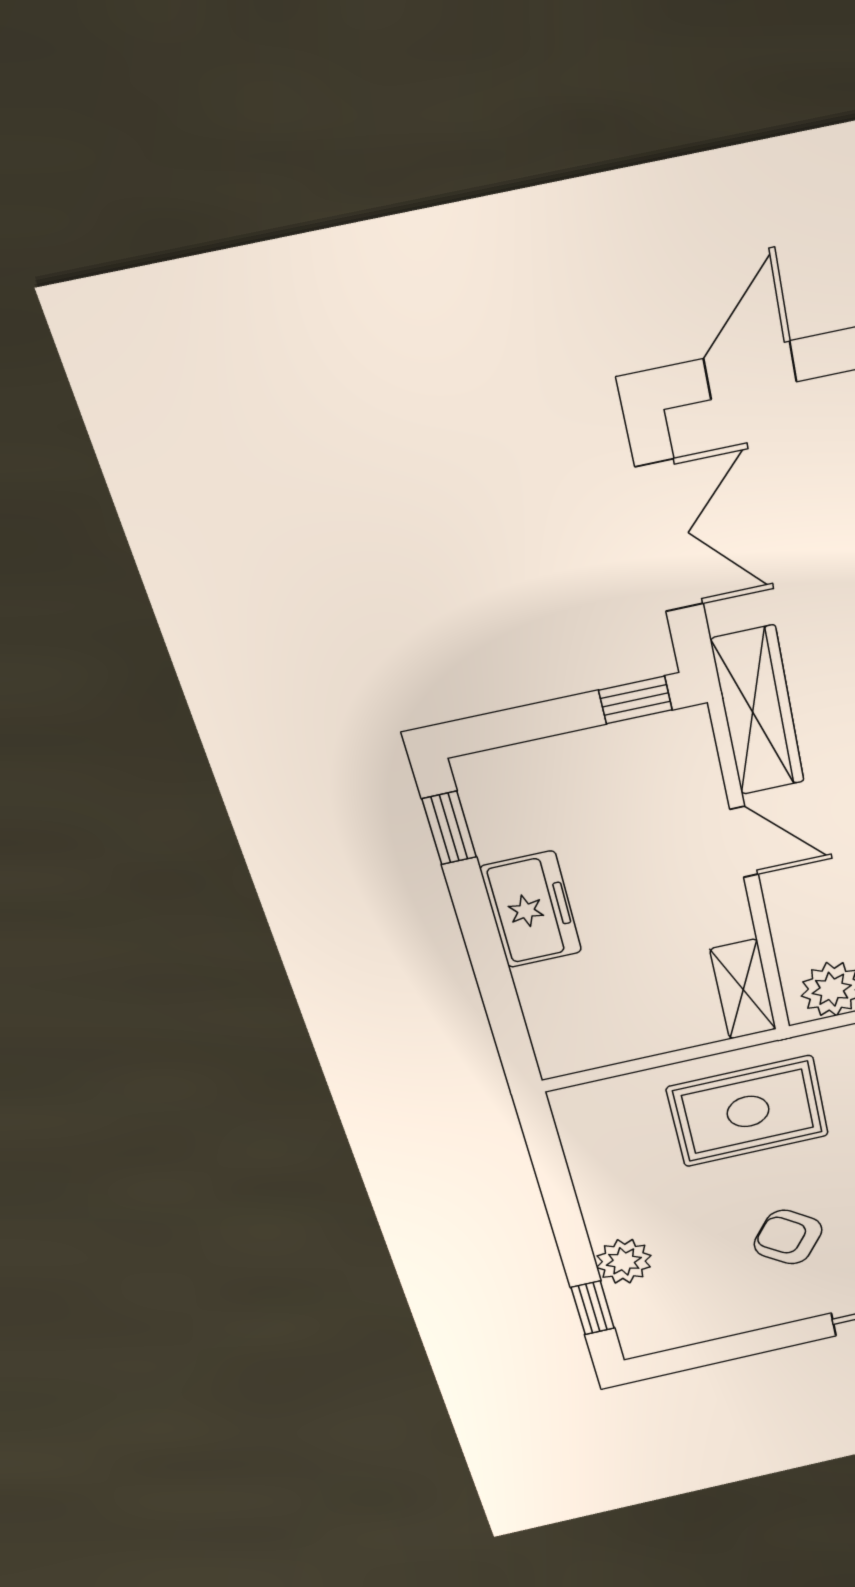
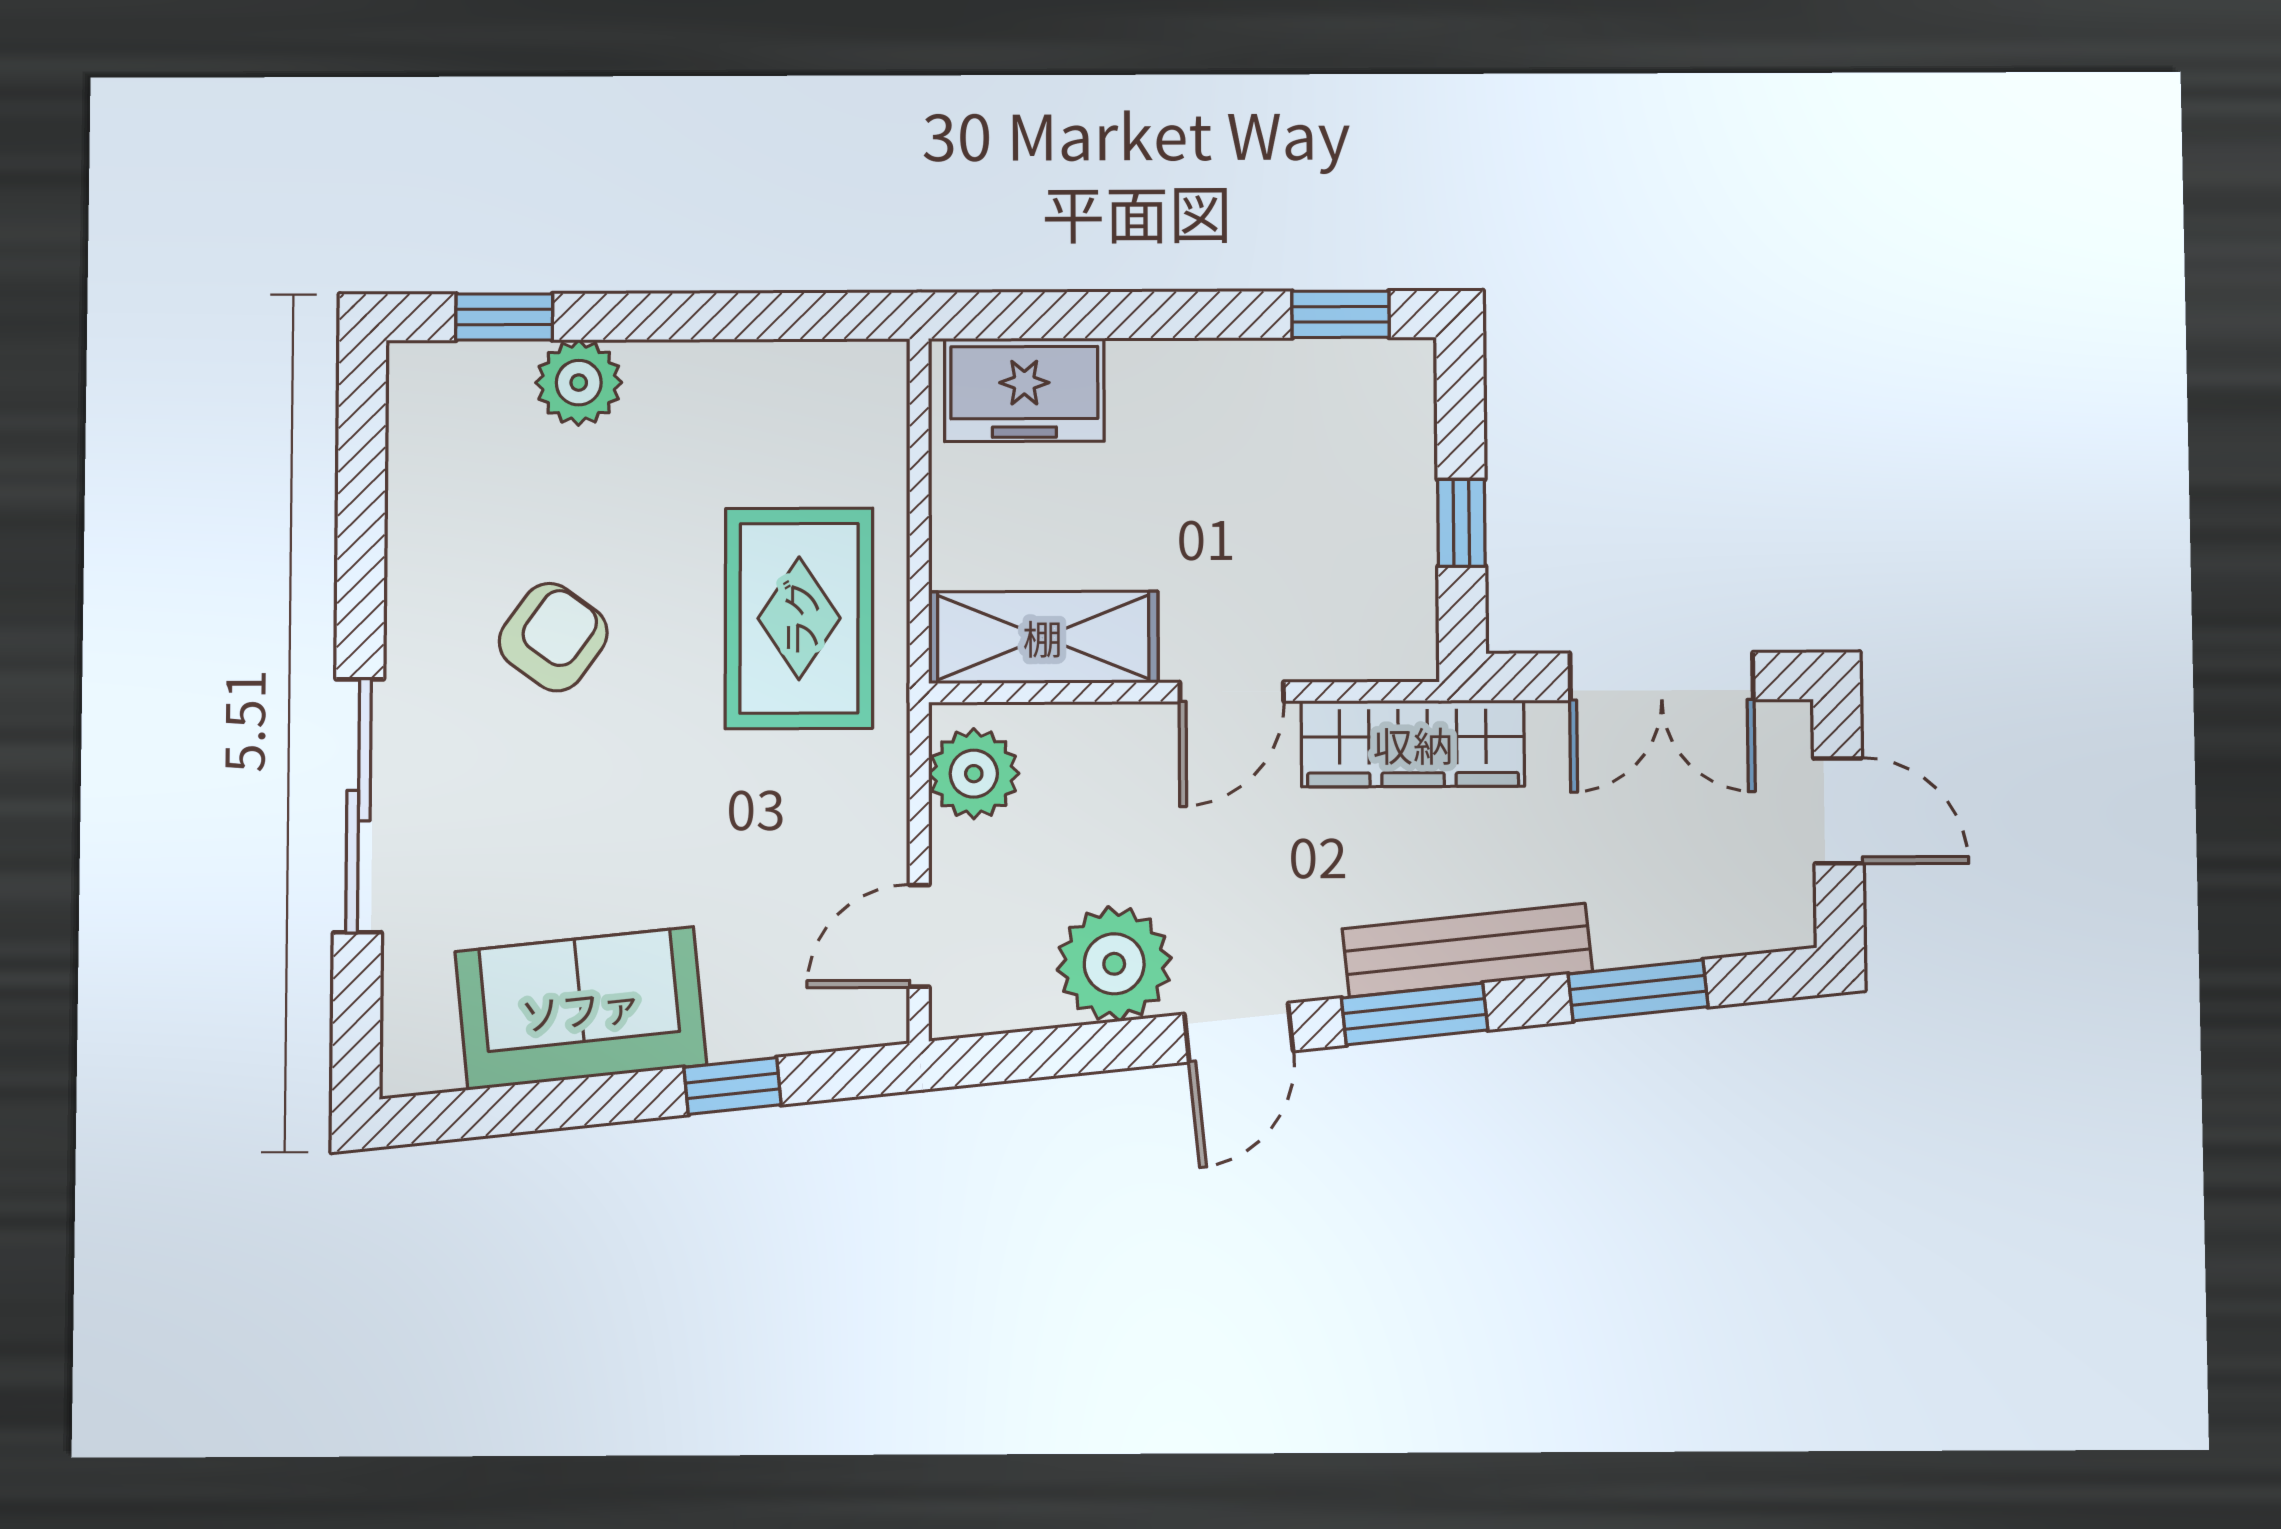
window: (635, 700) -> (1461, 523), moved
freezer: (531, 910) -> (1024, 390), moved
shelving: (743, 989) -> (1043, 637), width x1.50, depth x1.33

